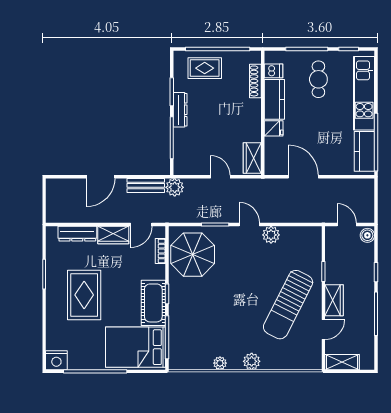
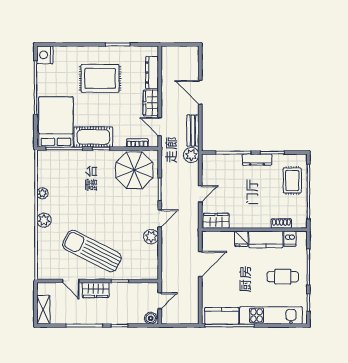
shoe rack: (255, 81) -> (281, 223), width x0.70
shelving: (342, 362) -> (43, 310), moved

